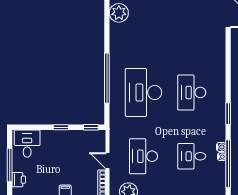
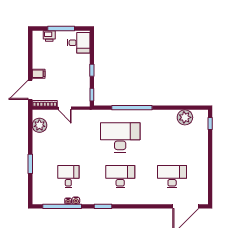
desk: (143, 156) -> (172, 177), moved
door: (108, 161) -> (65, 108), swing flipped

